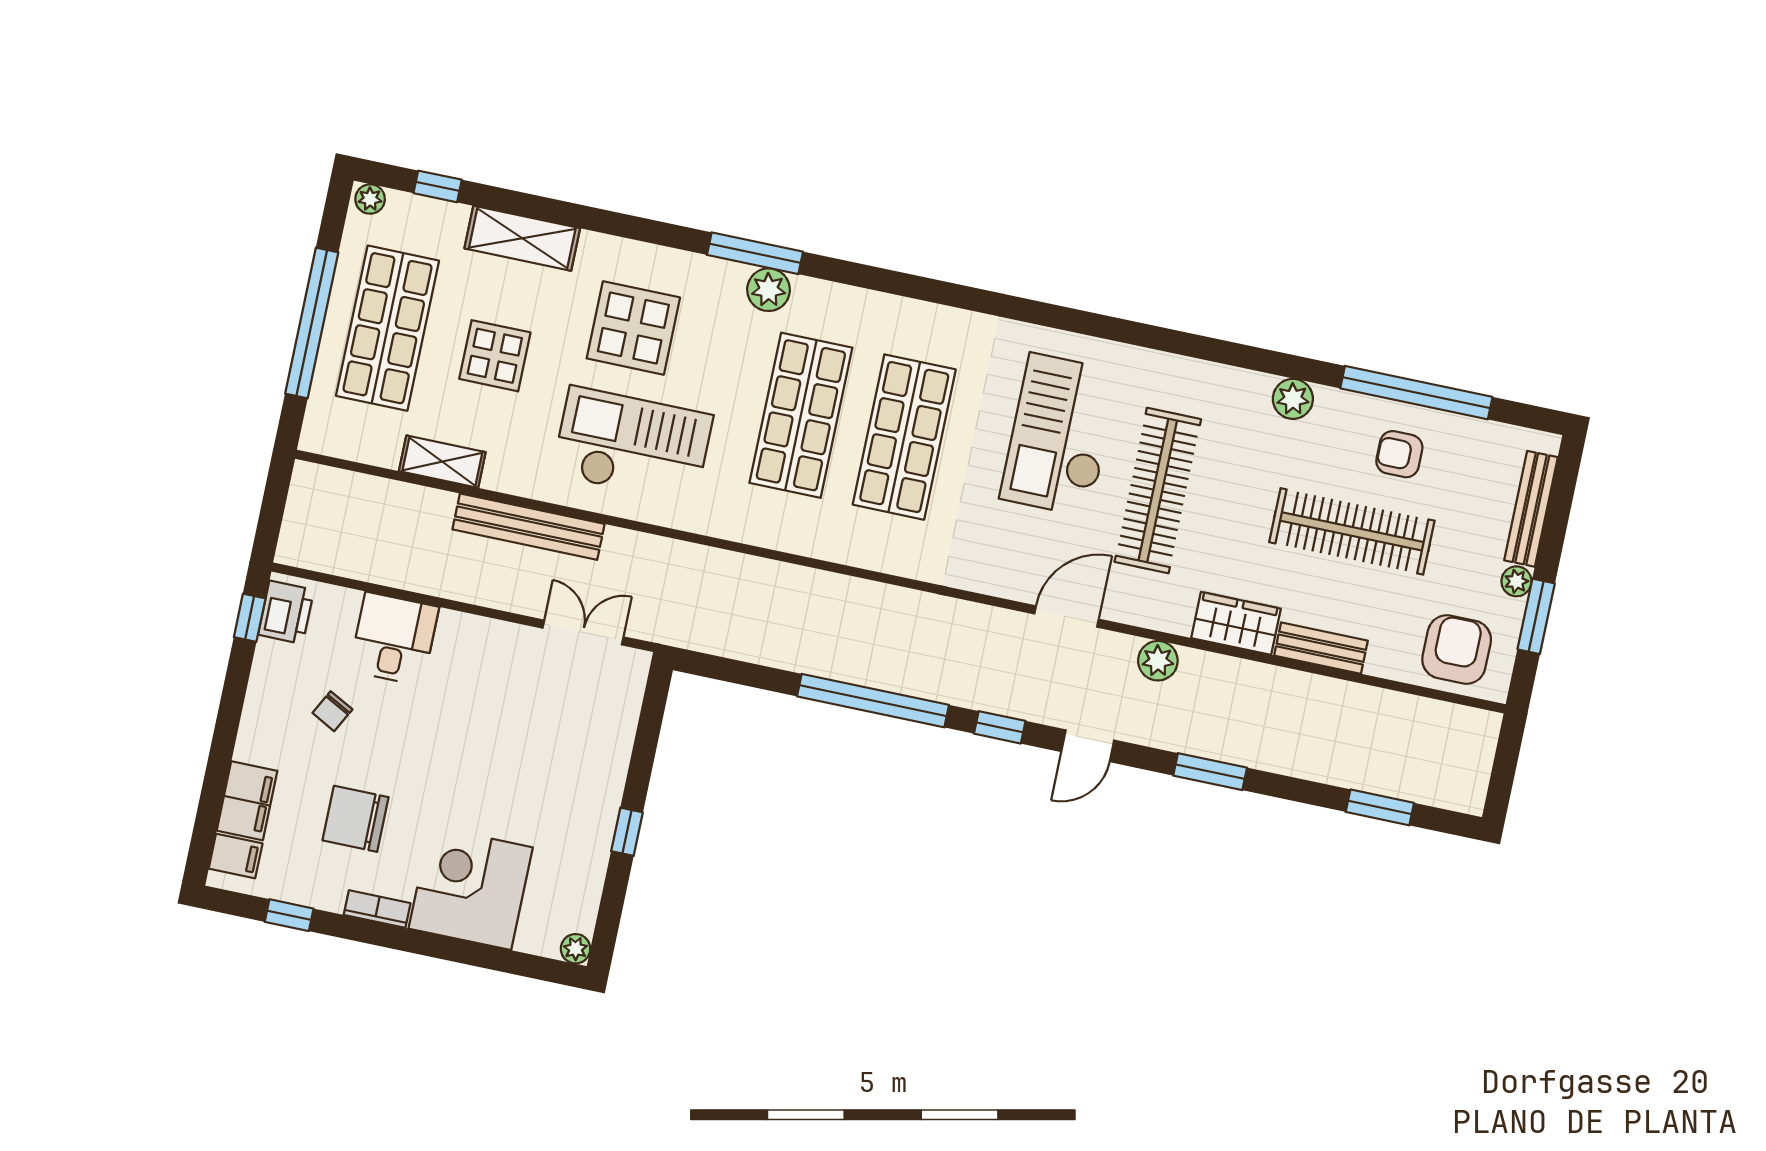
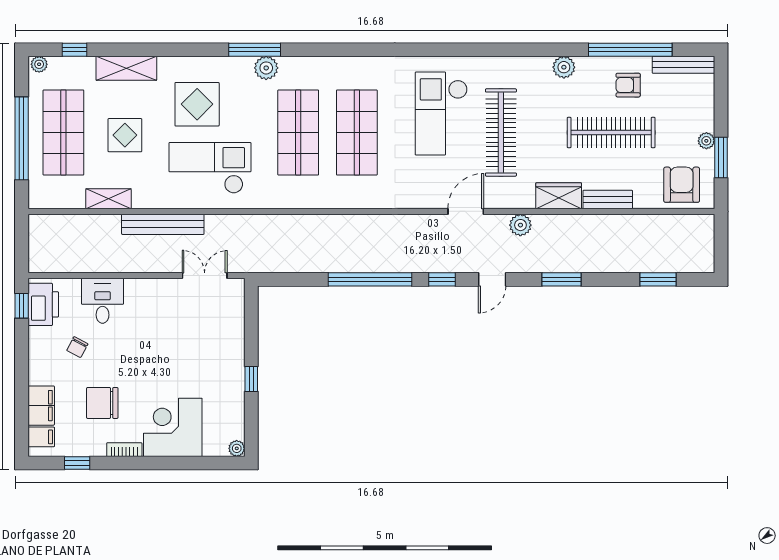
bench: (1531, 509) -> (684, 65), moved, turned 90
printer: (286, 612) -> (43, 304), width x1.37, depth x1.19

